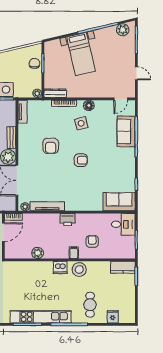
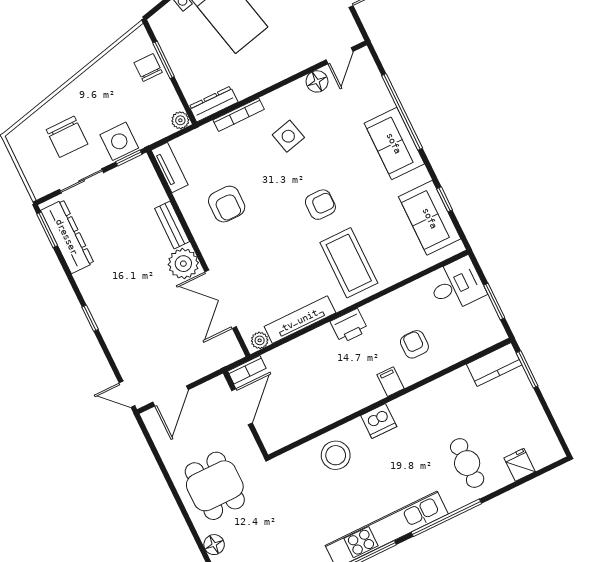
floor lamp: (89, 105) -> (317, 81), moved
sofa: (126, 131) -> (394, 143), moved
armchair: (51, 146) -> (227, 204), moved
coffee table: (81, 192) -> (349, 263), added
sofa: (119, 202) -> (430, 218), moved, turned -90
plant: (38, 253) -> (324, 414), removed
stool: (79, 269) -> (336, 455), moved

